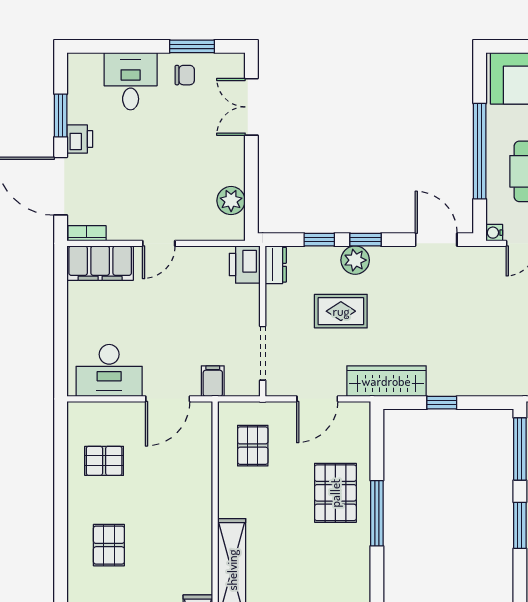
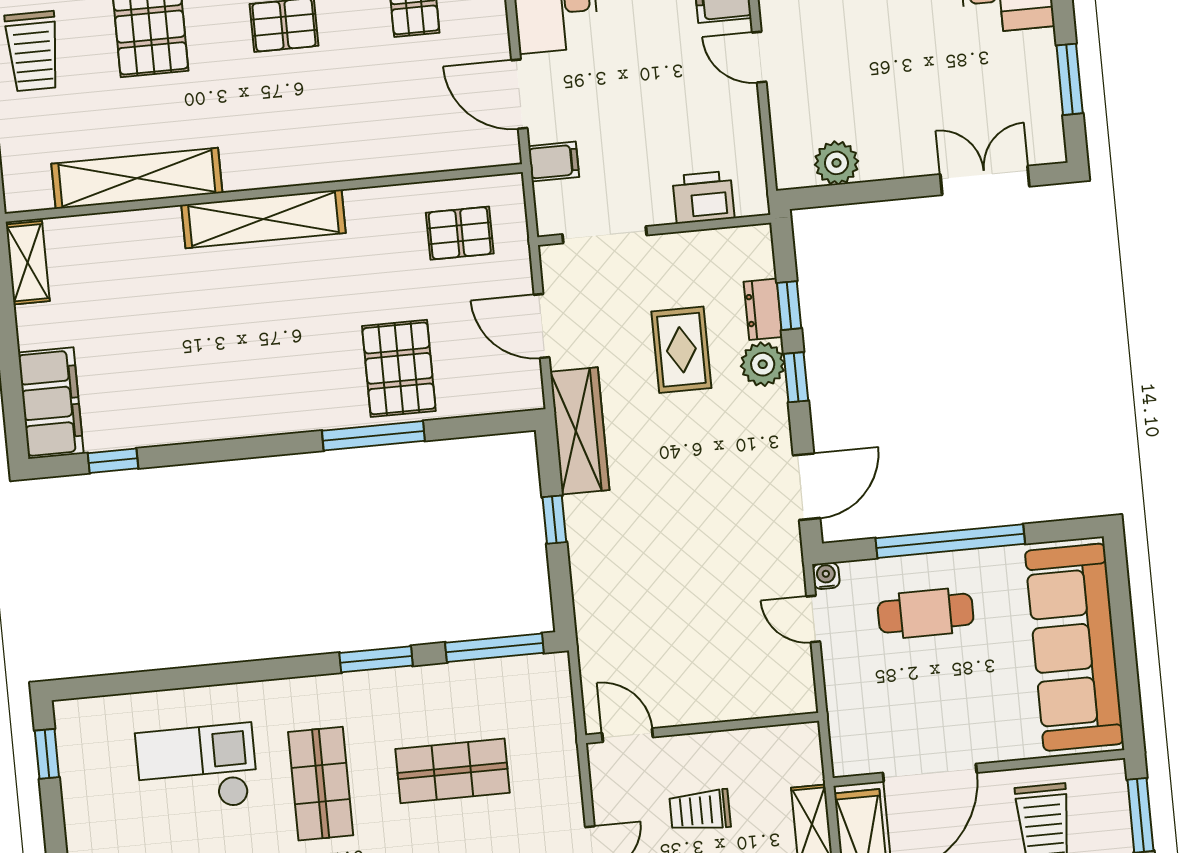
chair: (185, 75) -> (1024, 72), removed
printer: (245, 265) -> (703, 197), moved
dresser: (276, 265) -> (763, 309), moved, turned 90
pallet: (335, 493) -> (399, 368), turned 90

